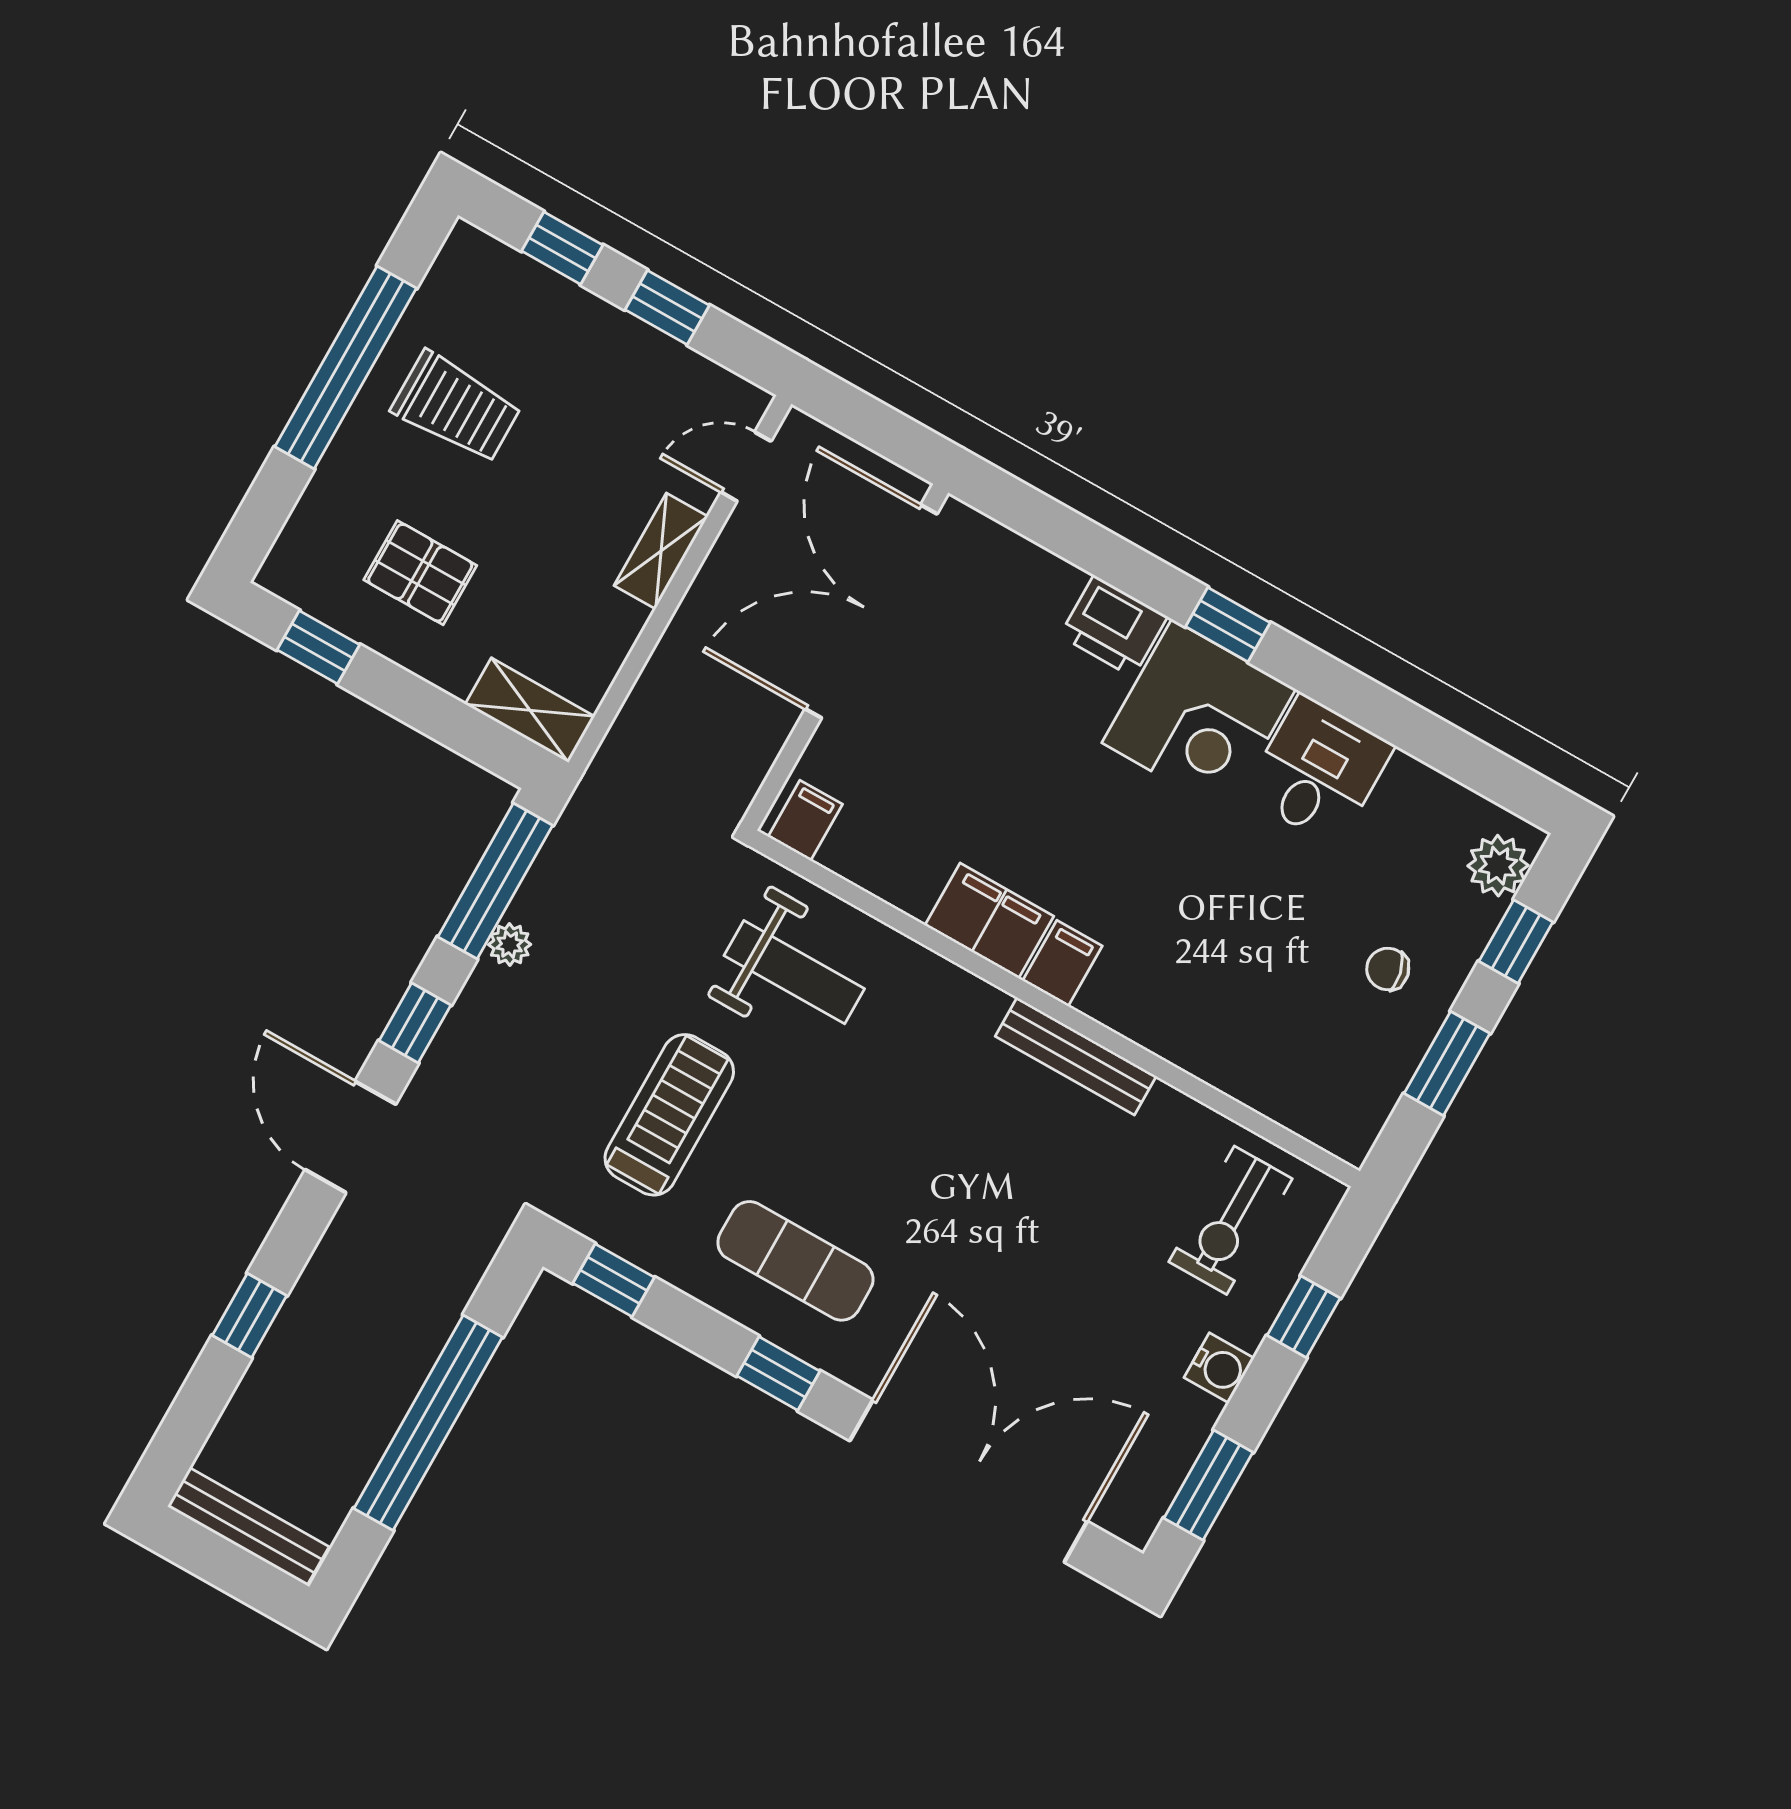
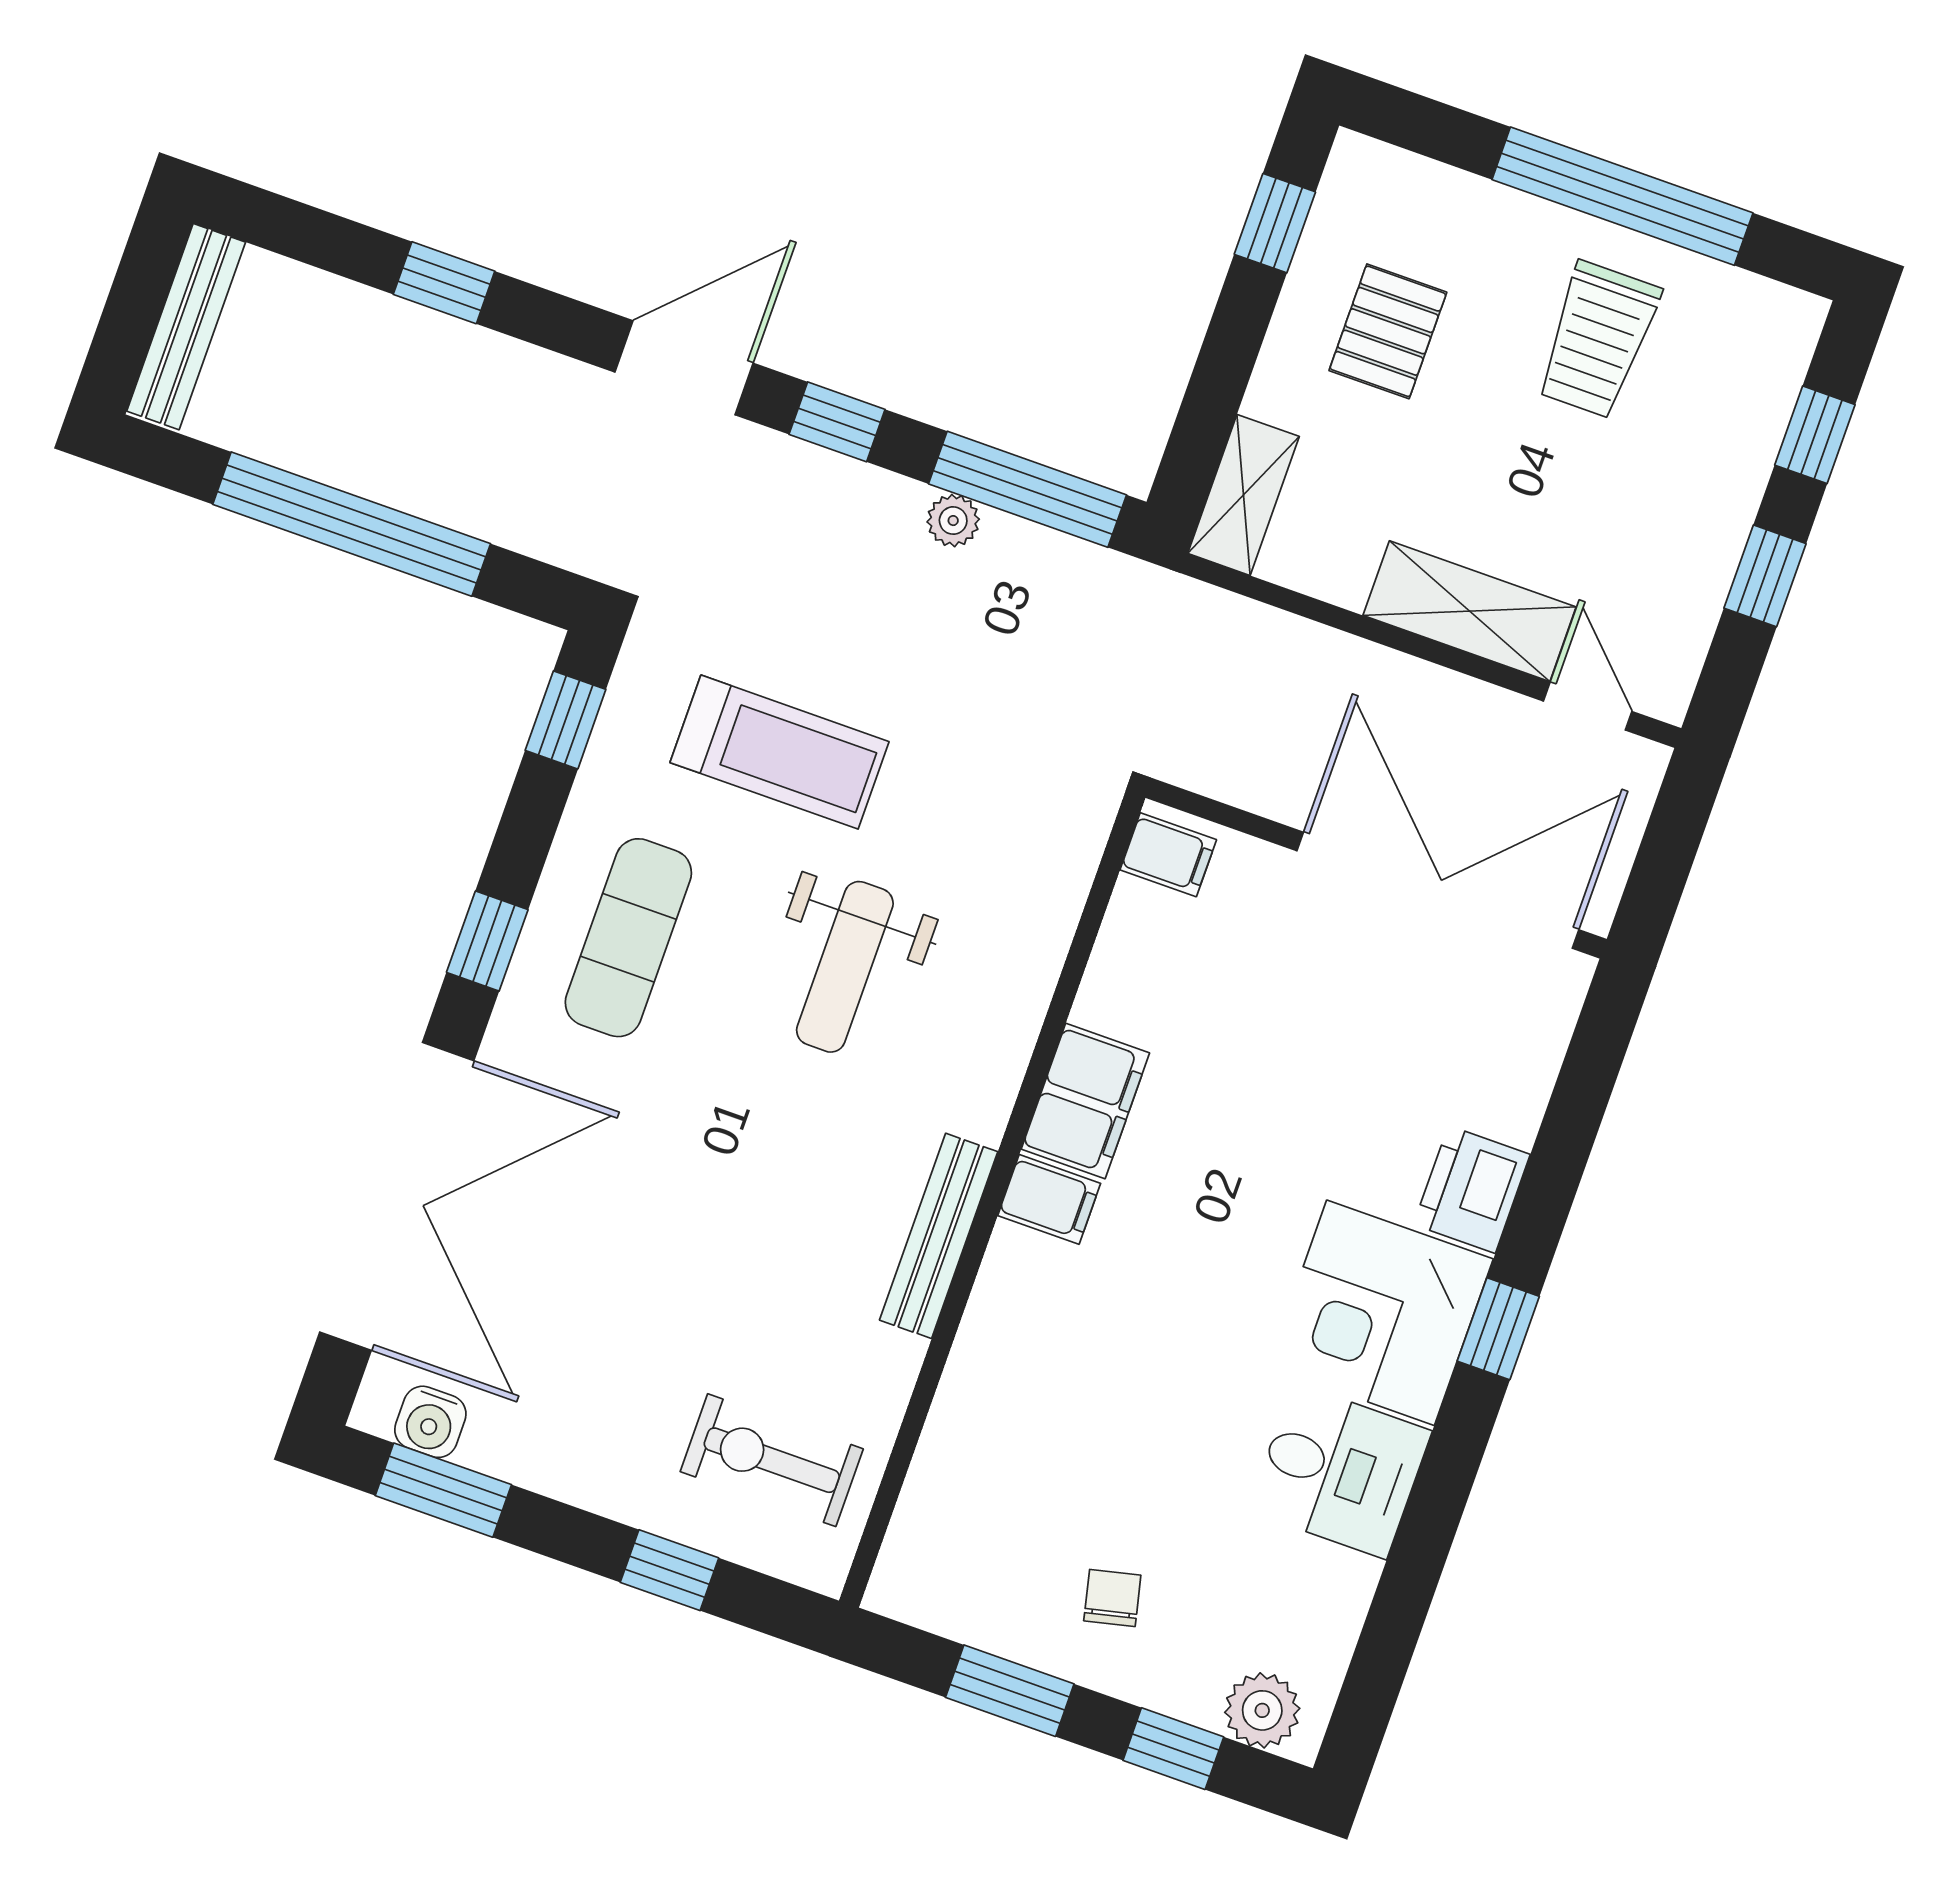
shelving: (661, 551) -> (1470, 611), width x1.50, depth x1.33
weight bench: (794, 972) -> (845, 967), moved
water cooler: (1219, 1368) -> (430, 1422), moved

